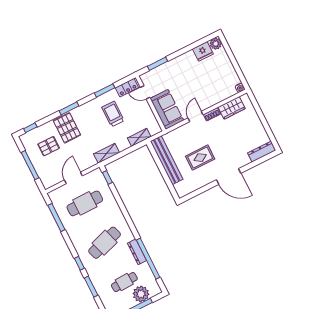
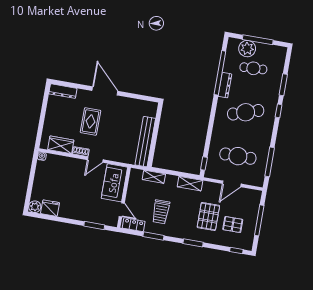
pallet: (67, 128) -> (208, 216), moved
rug: (200, 158) -> (90, 121), moved, turned 90

